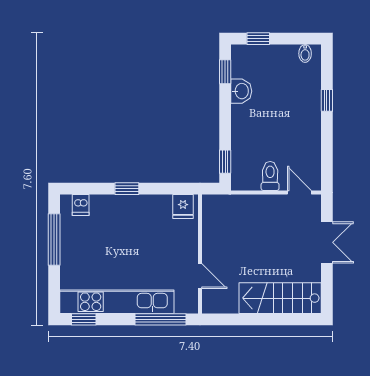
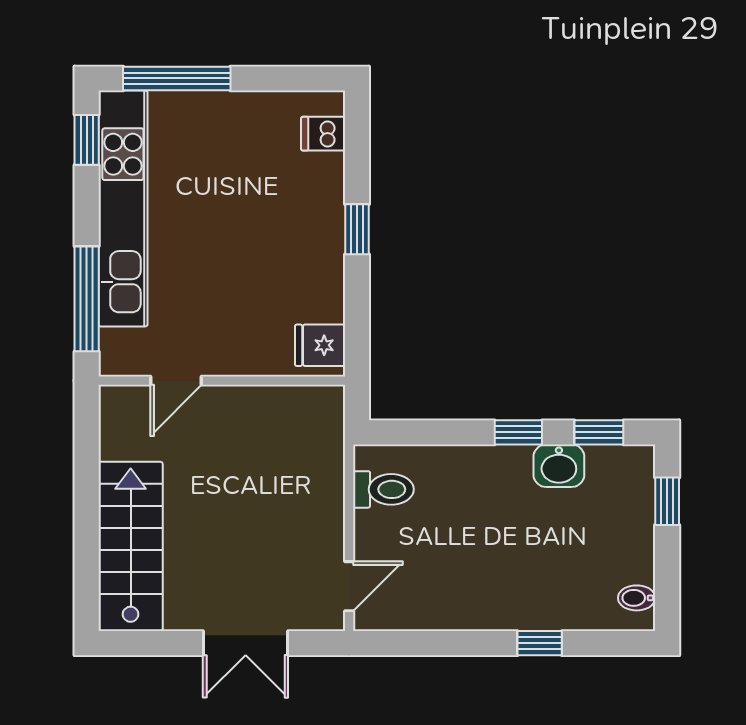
window: (225, 162) -> (518, 432), moved
toilet: (270, 176) -> (383, 489), moved
window: (54, 239) -> (177, 78), moved

